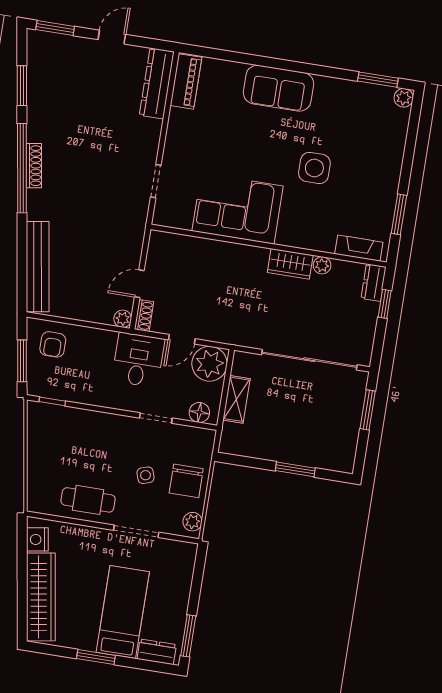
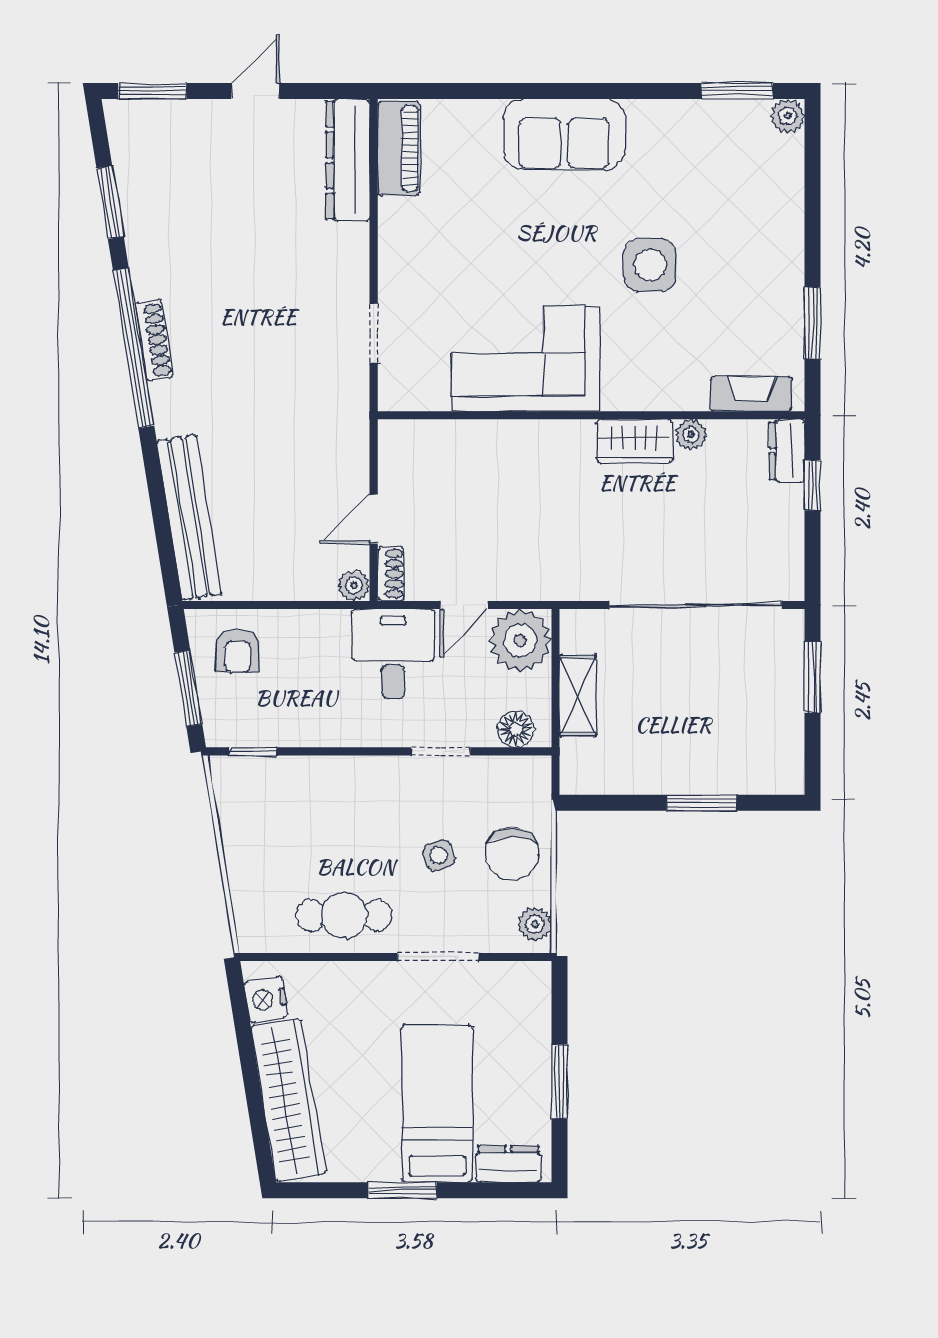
window: (188, 636) -> (559, 1081), moved

